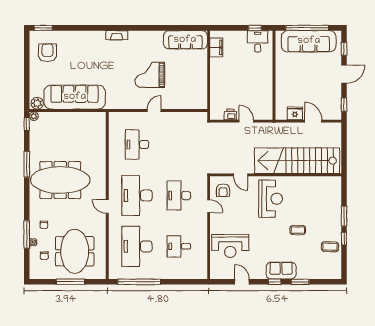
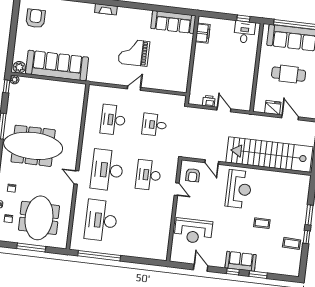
cafe table: (307, 78) -> (289, 74), added
desk: (179, 246) -> (154, 125), moved

